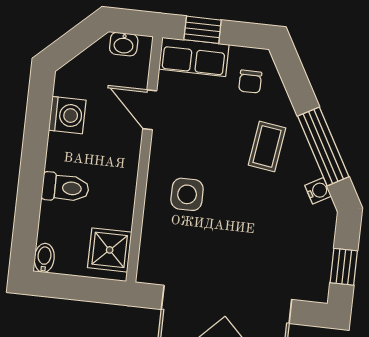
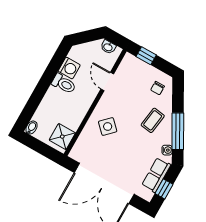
row of seats: (194, 57) -> (156, 175), moved, turned 90
toilet: (65, 188) -> (64, 84), moved
side table: (187, 194) -> (108, 126), turned 45

